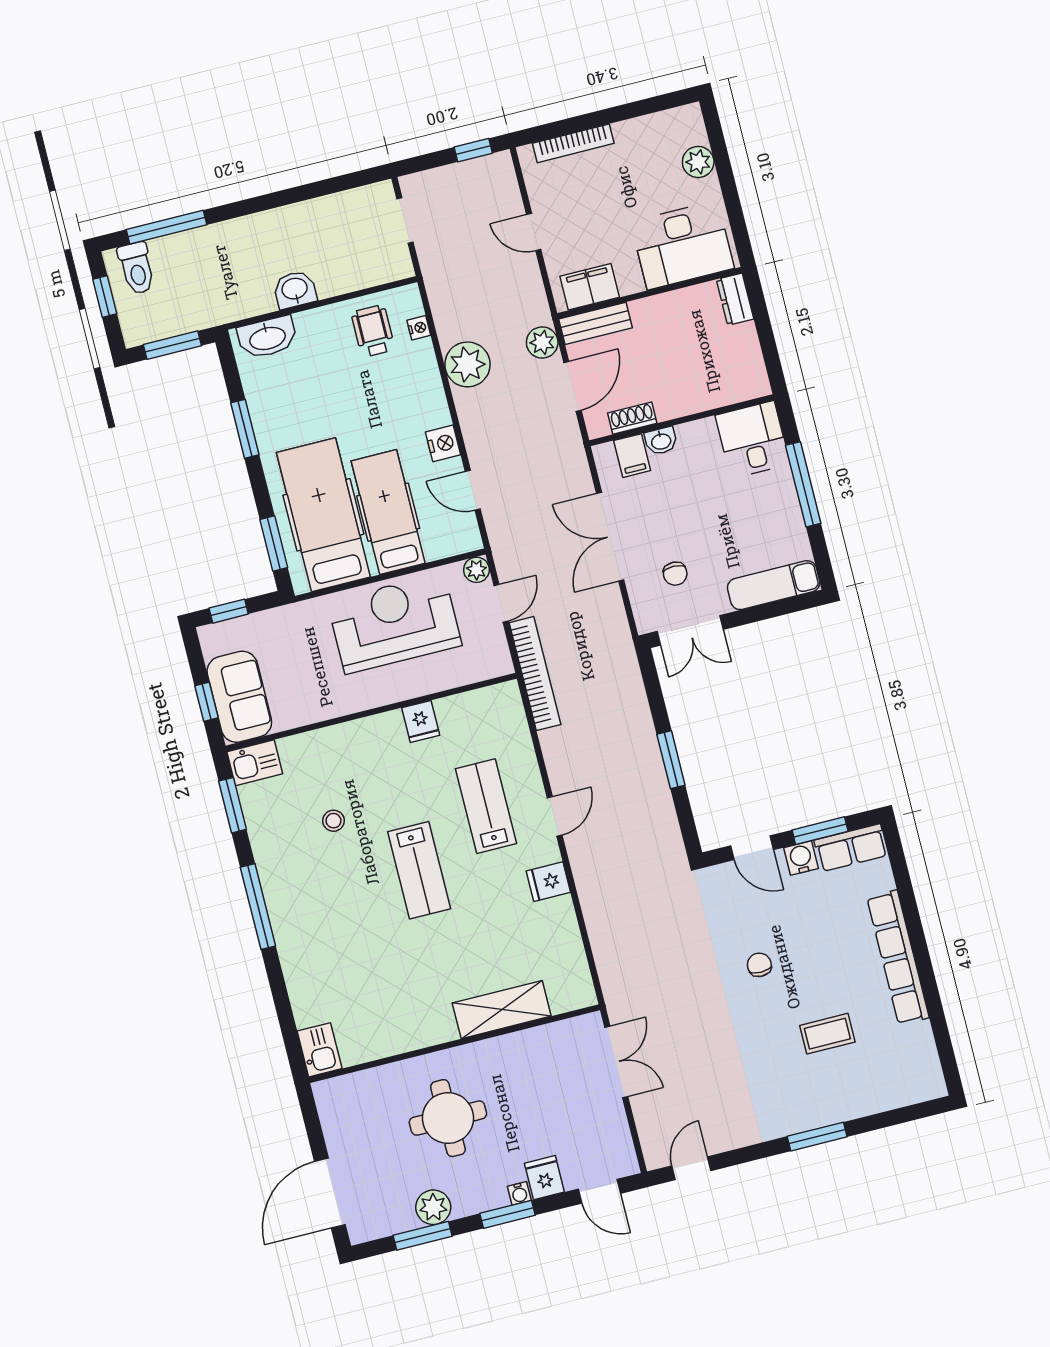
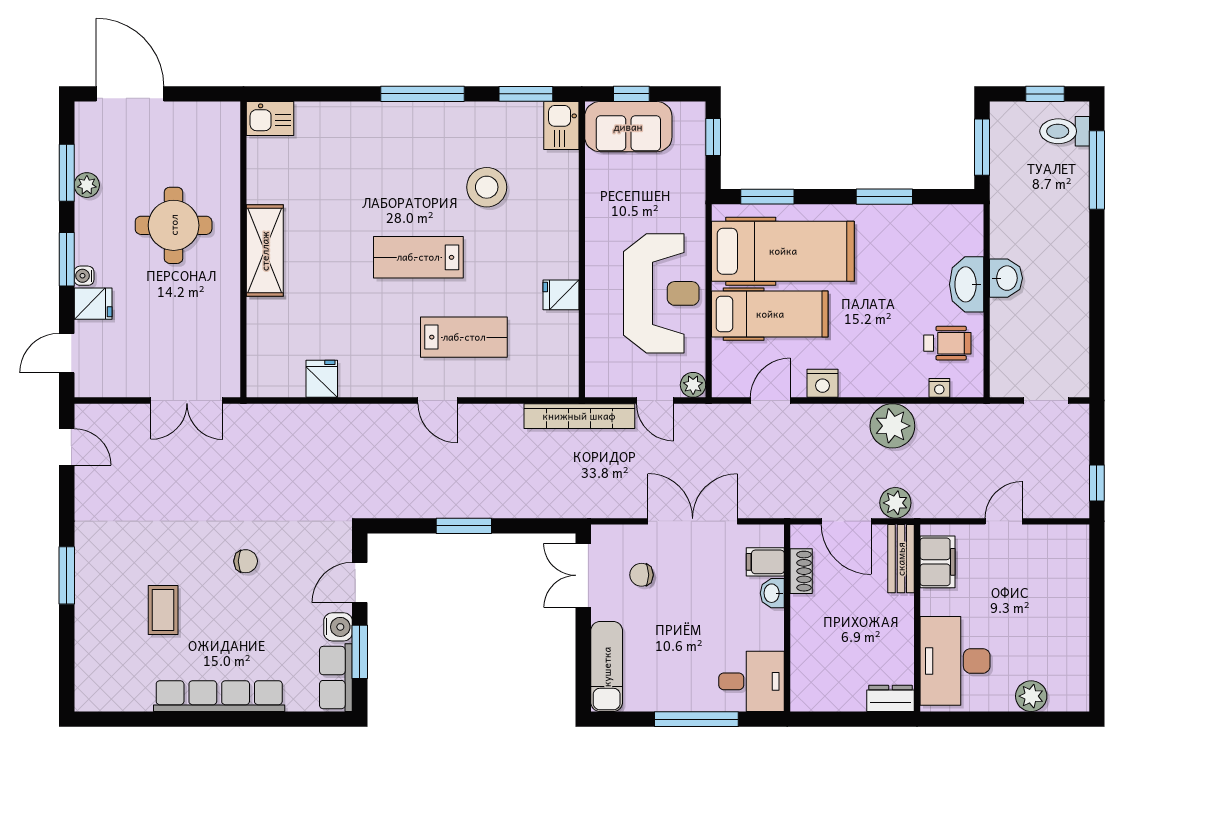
bookcase: (573, 143) -> (1079, 581), removed
washbasin: (267, 337) -> (967, 284), moved
stool: (334, 821) -> (487, 187), width x1.89, depth x1.89
fridge: (548, 882) -> (322, 379), moved
shelving: (502, 1010) -> (265, 251), moved
plant: (433, 1207) -> (87, 185), width x0.73, depth x0.73

